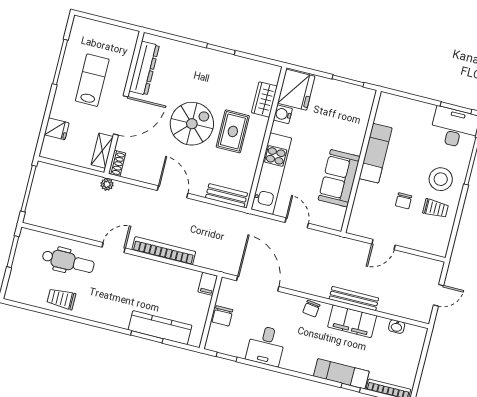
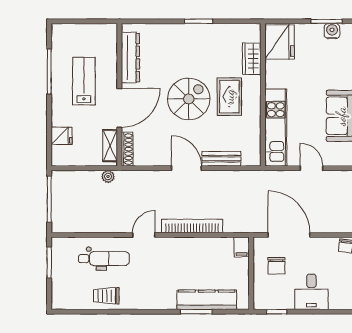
water cooler: (283, 114) -> (332, 31), moved, turned 90
shoe rack: (117, 163) -> (127, 149), width x1.43
plant: (107, 184) -> (108, 176), moved
bench: (227, 195) -> (221, 159), moved
chair: (222, 316) -> (276, 266), moved

